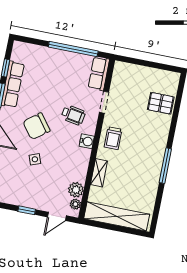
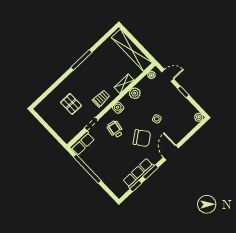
pallet: (161, 103) -> (71, 104), moved
plant: (76, 190) -> (135, 93), moved

